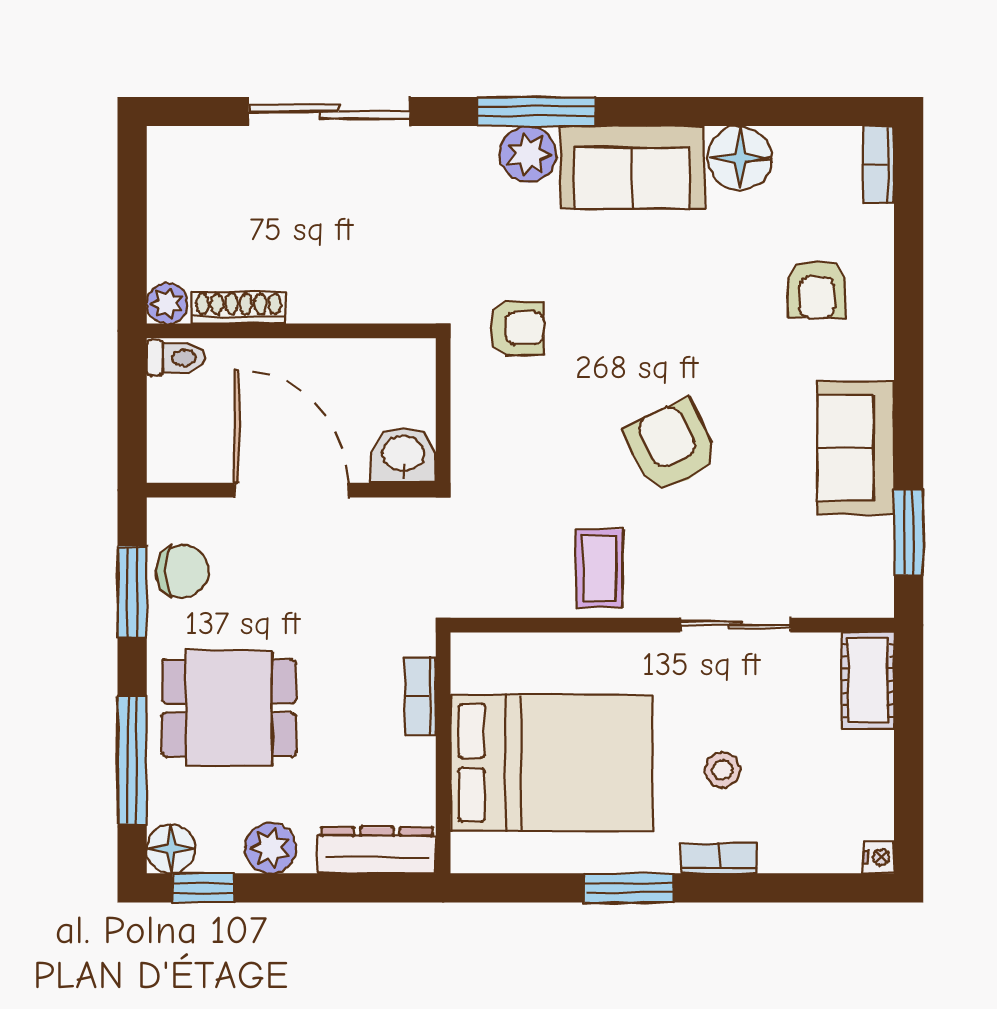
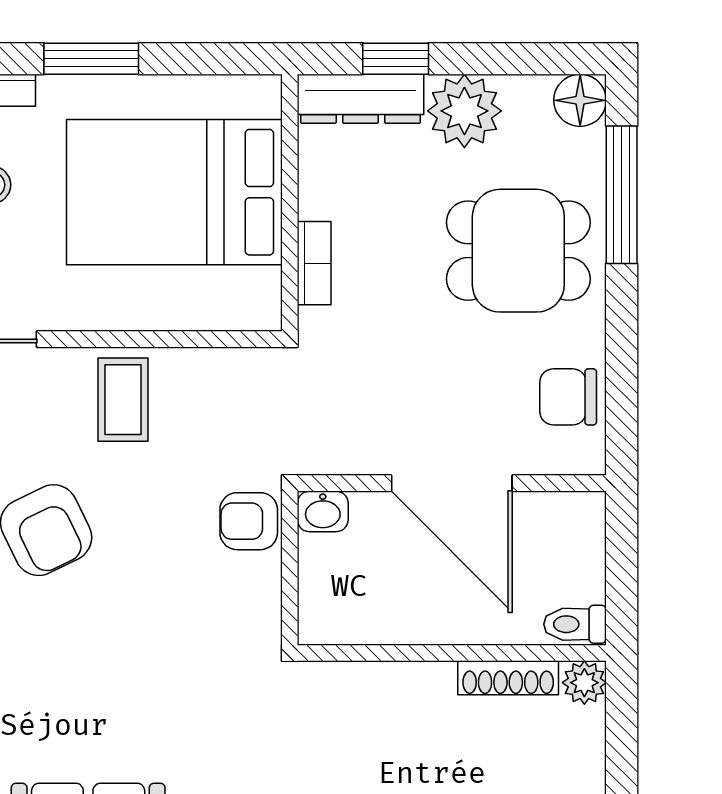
armchair: (517, 328) -> (249, 521), moved
washbasin: (403, 455) -> (323, 511), width x0.72, depth x0.69
window: (132, 592) -> (622, 375), removed
plant: (270, 848) -> (464, 111), width x1.36, depth x1.36
window: (204, 888) -> (396, 59), moved

